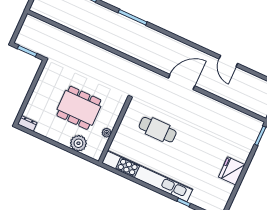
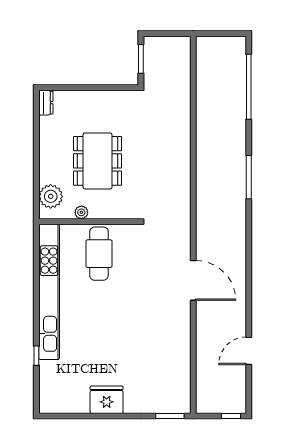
door: (228, 61) -> (249, 351), moved
cafe table: (158, 130) -> (99, 254), moved
plant: (78, 143) -> (51, 196), moved

